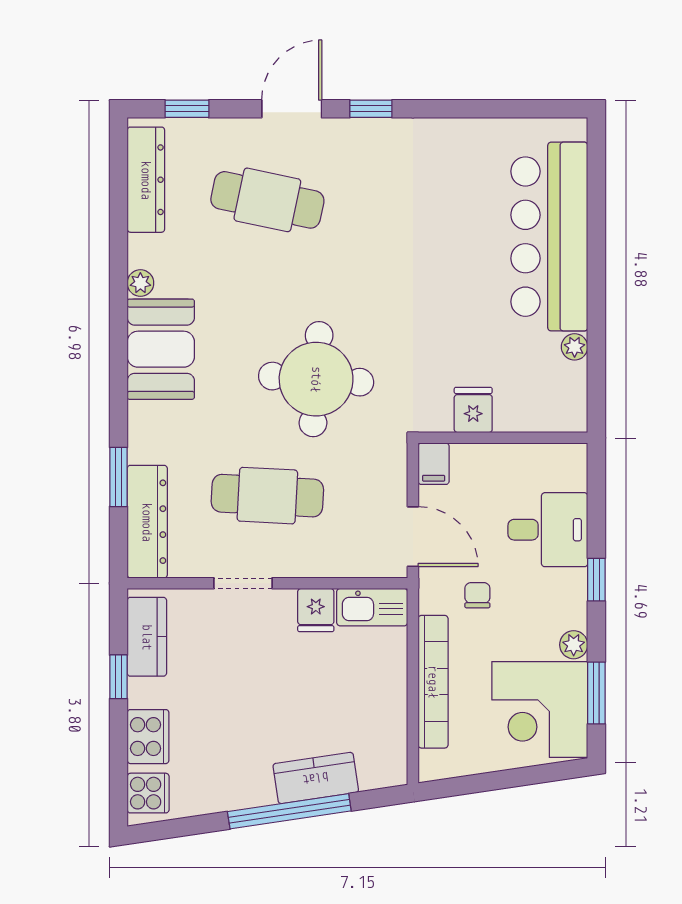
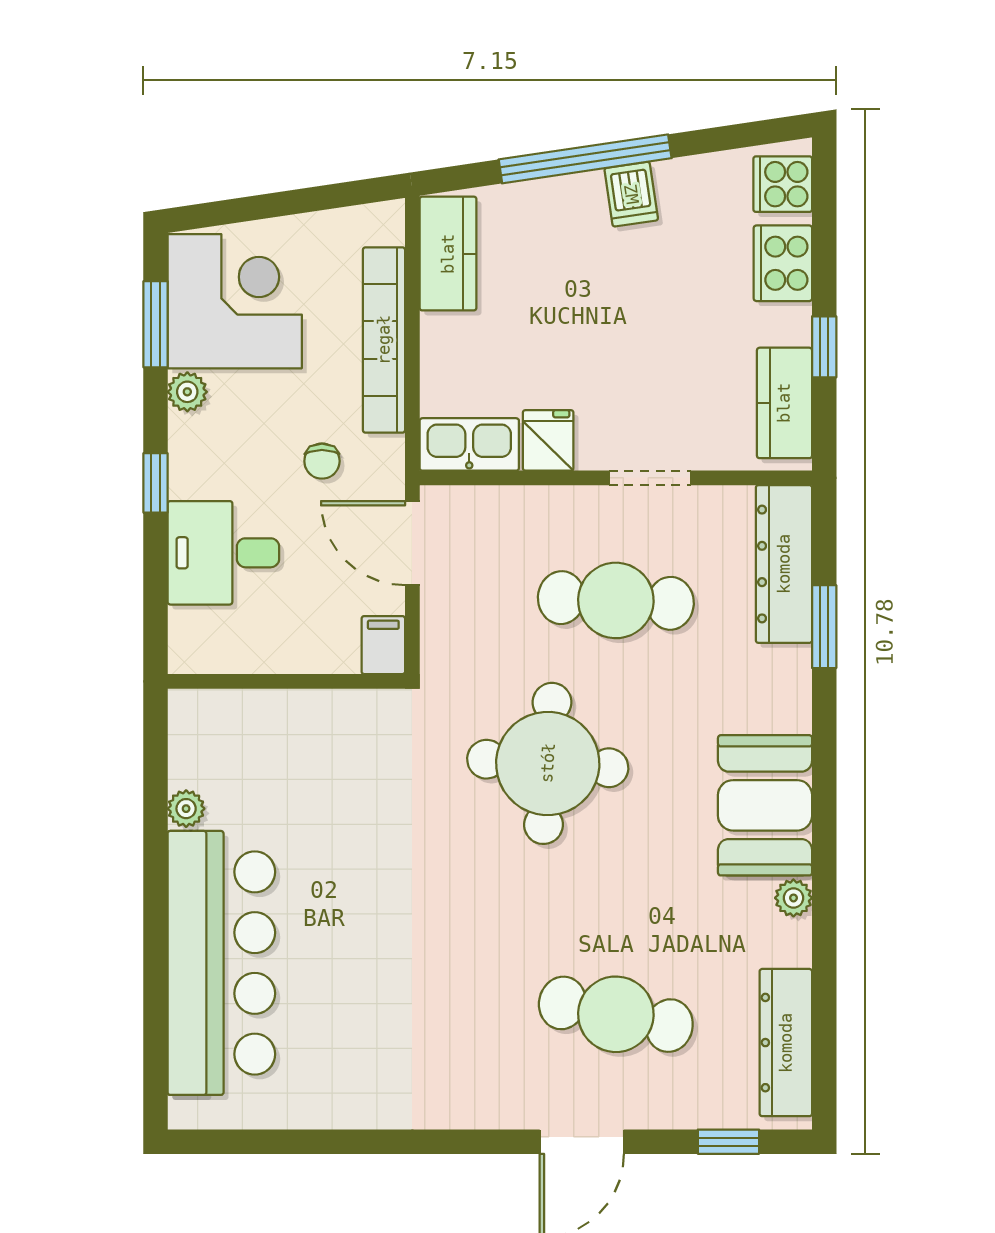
window: (371, 109) -> (471, 1142), removed
fridge: (473, 410) -> (328, 720), removed
kitchen counter: (316, 778) -> (448, 254), moved, turned -82
dishwasher: (256, 786) -> (631, 194), added

